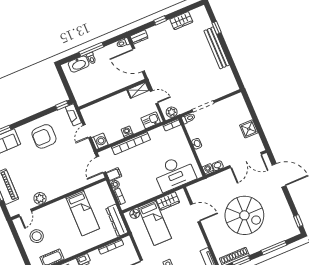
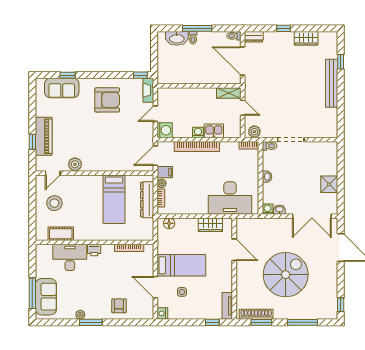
kitchen sink: (151, 120) -> (214, 131), moved
armchair: (44, 136) -> (107, 100), turned 180
spiral stairs: (244, 215) -> (286, 275), turned -90
dresser: (117, 220) -> (147, 200), moved
bed: (155, 223) -> (181, 265), moved, turned -90

